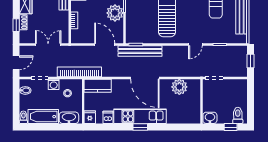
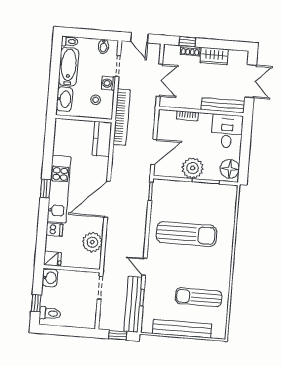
bench: (140, 51) -> (133, 304), moved
fridge: (90, 117) -> (52, 259), moved
dishwasher: (108, 117) -> (54, 230), moved

